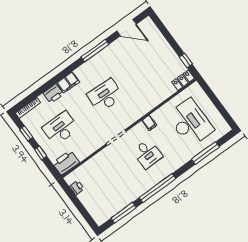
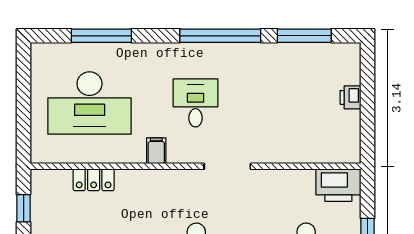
locker: (183, 80) -> (94, 180), moved
desk: (190, 122) -> (90, 103), turned -90
printer: (77, 188) -> (350, 97), moved

